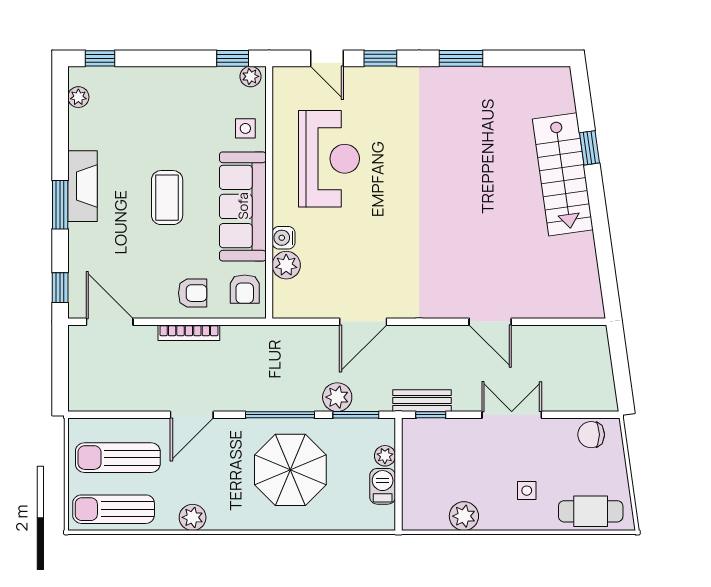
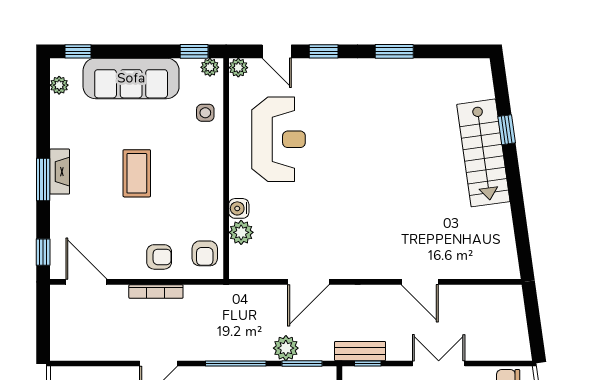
plant: (283, 77) -> (238, 68), added
fireplace: (82, 186) -> (60, 172), width x0.73, depth x0.76
sofa: (243, 206) -> (131, 78), moved, turned -90

